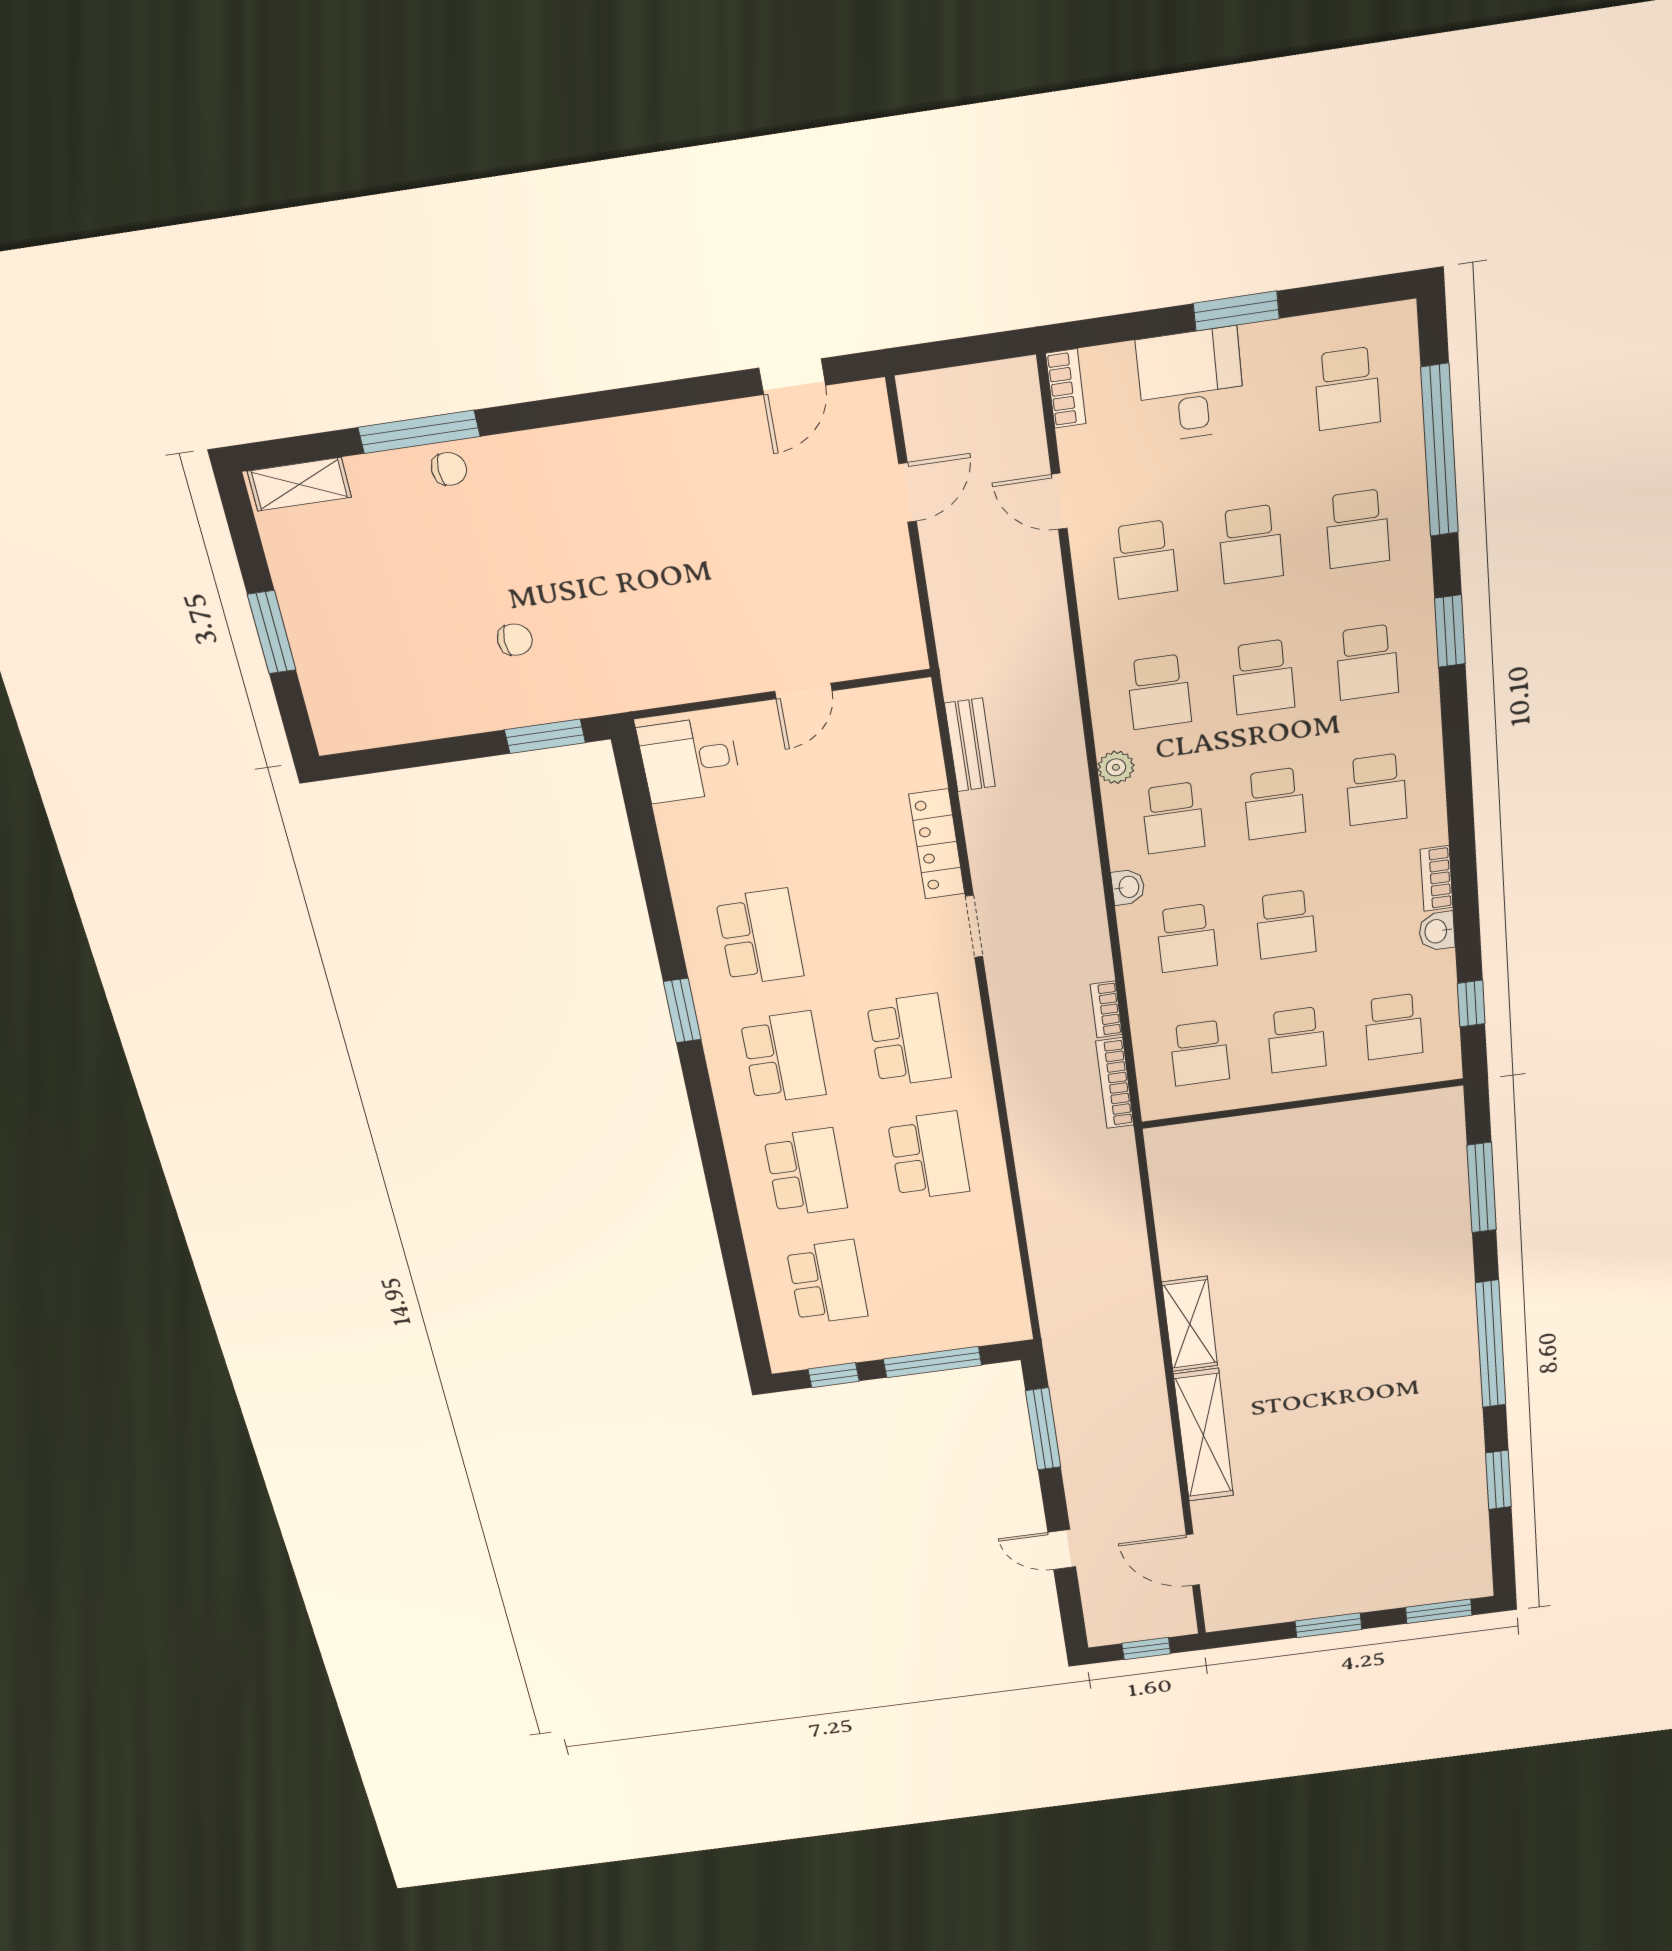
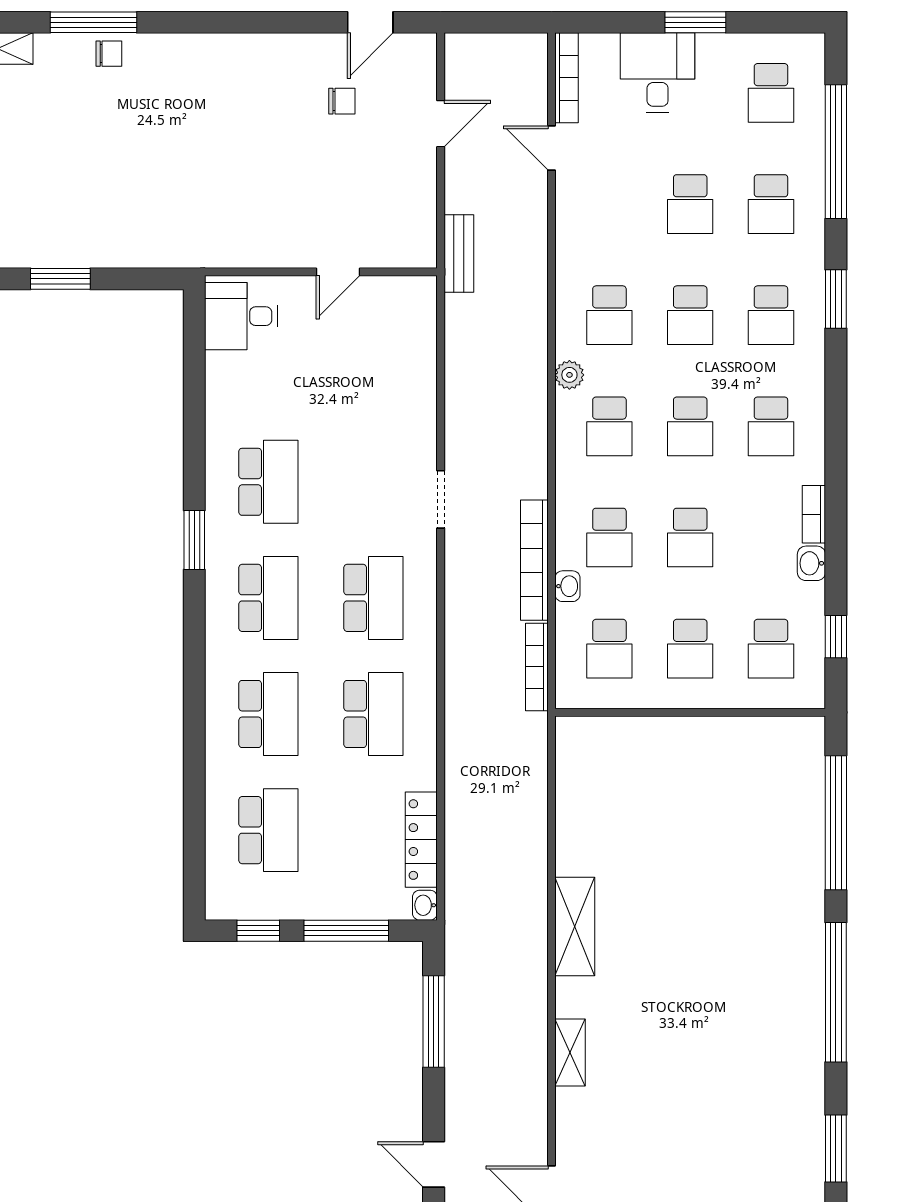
bookcase: (1066, 389) -> (567, 78), width x1.56
school desk: (1144, 559) -> (609, 204), removed
chair: (515, 640) -> (342, 101), moved
window: (545, 736) -> (60, 279), moved
bench: (970, 745) -> (459, 254), moved
locker: (937, 844) -> (421, 840), moved
washbasin: (1128, 887) -> (567, 586), moved
bookcase: (1106, 1009) -> (534, 560), width x2.31, depth x1.31
window: (1482, 1188) -> (836, 823), width x1.46
washbasin: (1017, 1327) -> (425, 905), added
shelving: (1204, 1435) -> (570, 1053), width x0.45, depth x0.75

